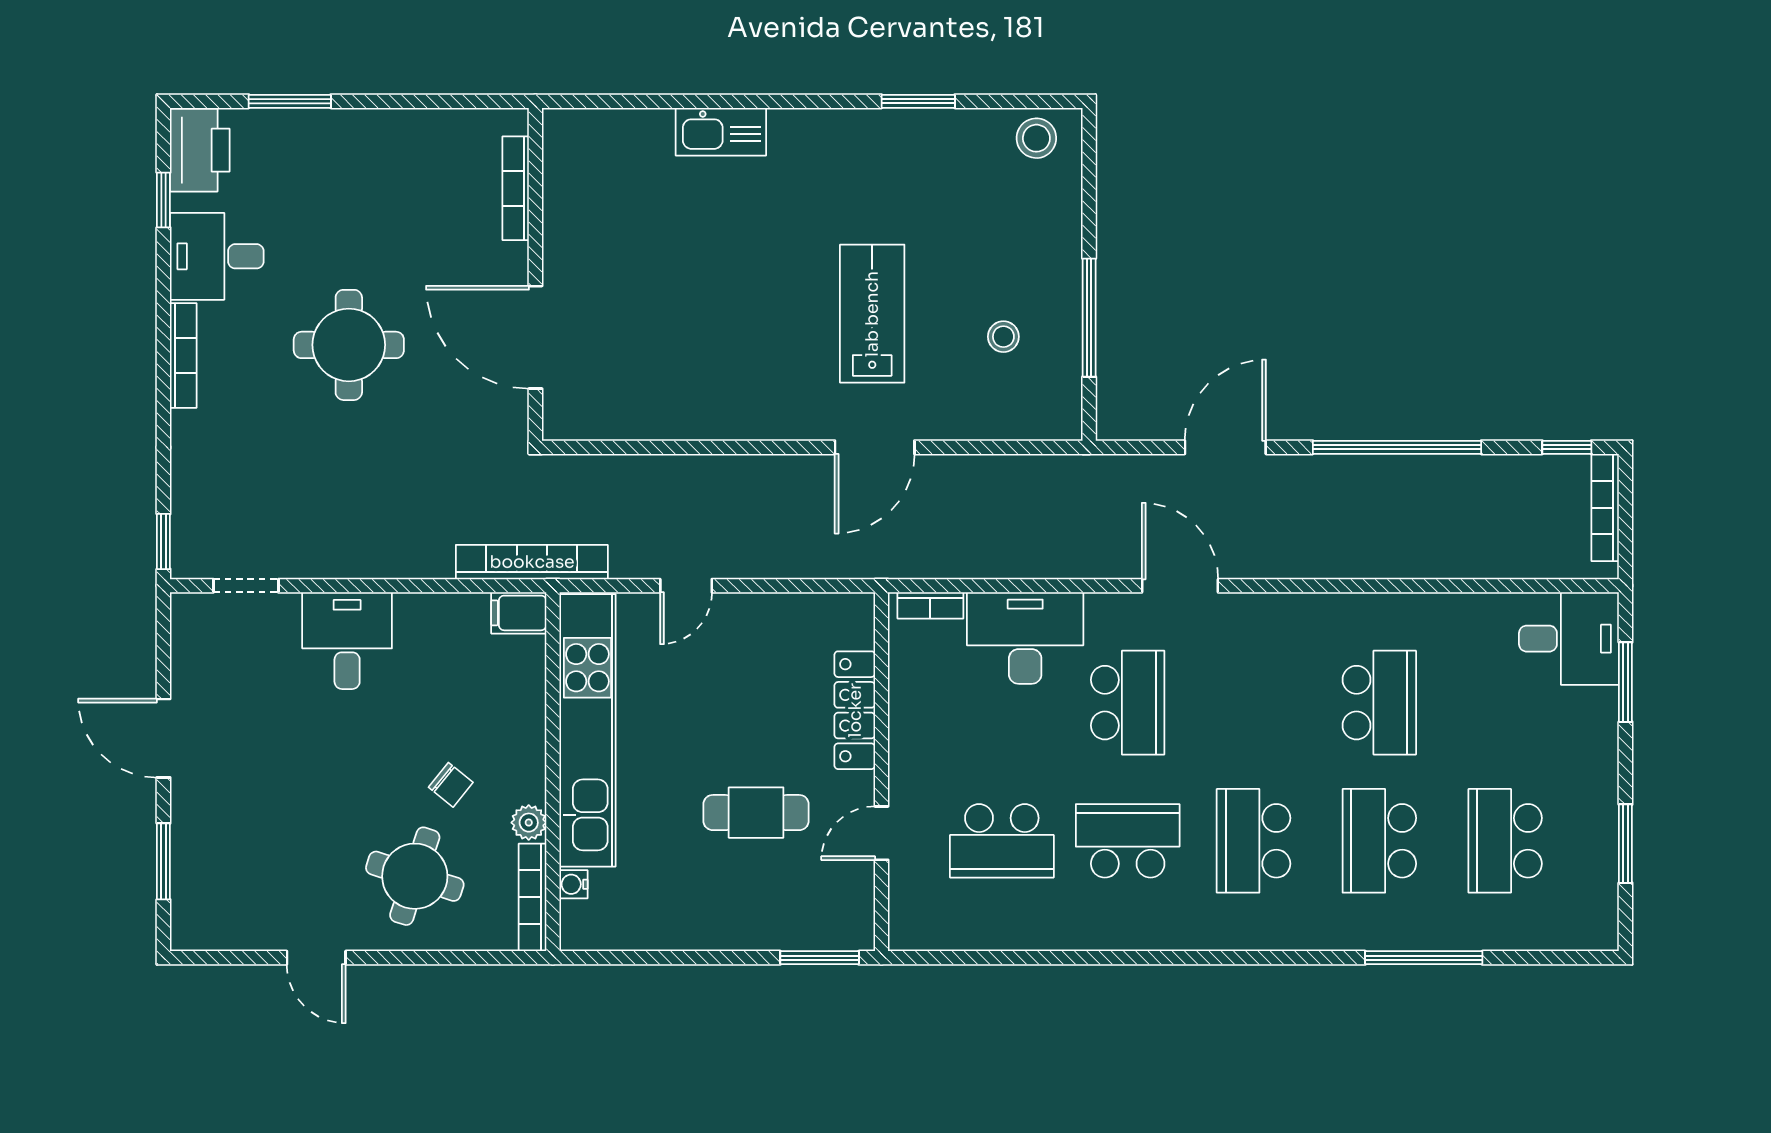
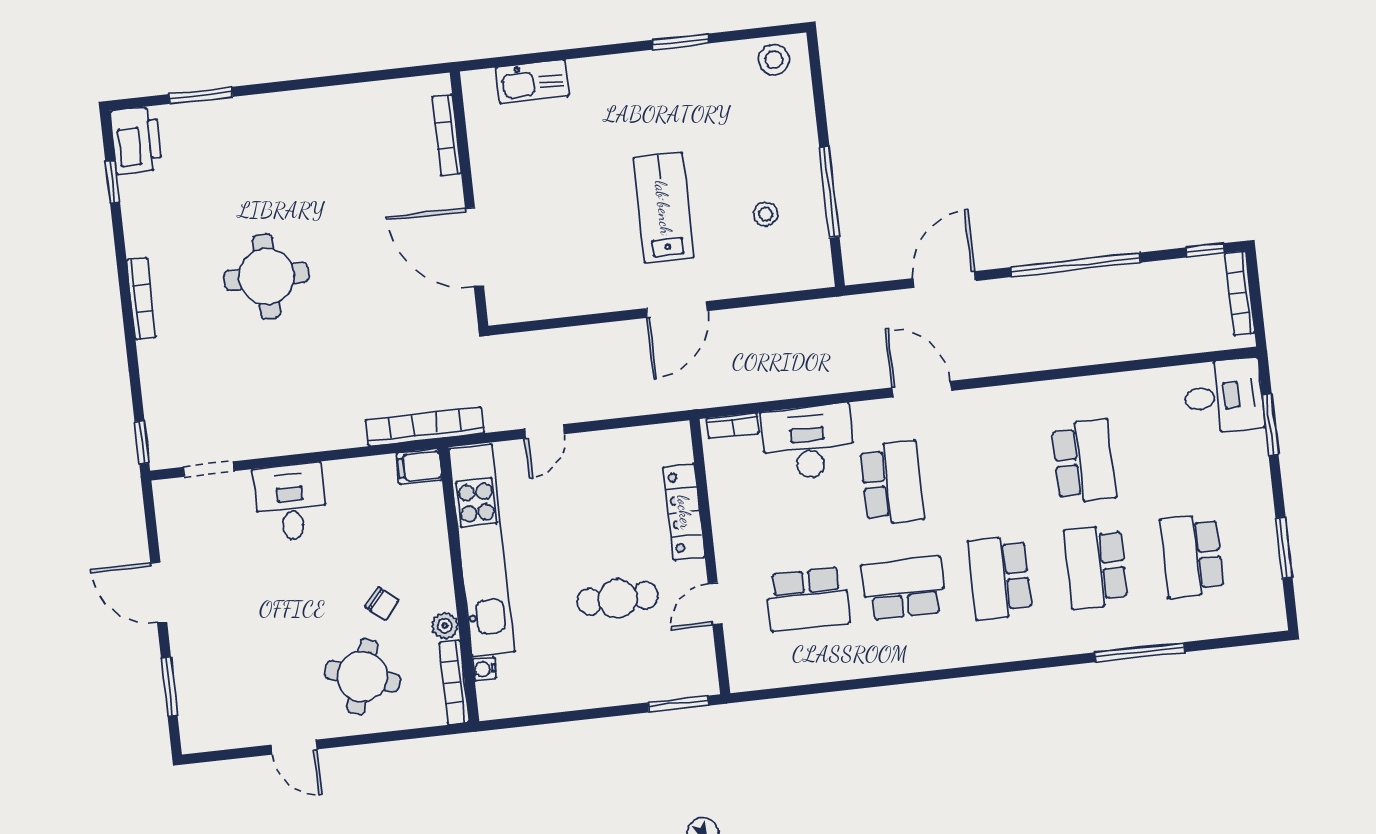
bookcase: (516, 188) -> (447, 135), moved
desk: (217, 256) -> (158, 220), removed
wall: (535, 274) -> (469, 199), moved
door: (535, 337) -> (474, 247), moved

